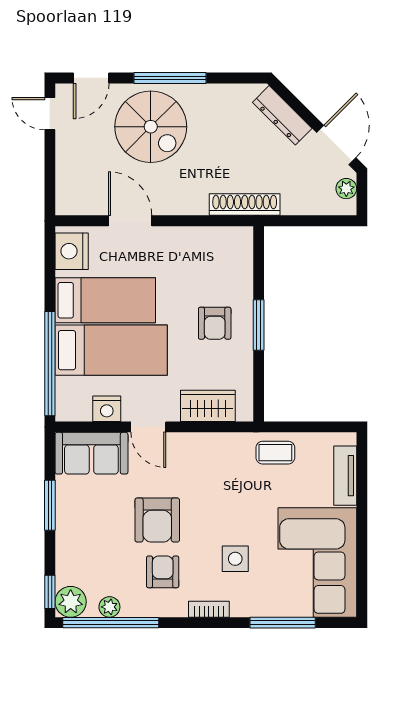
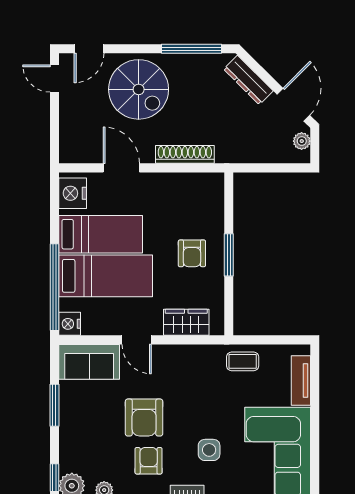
window: (170, 78) -> (192, 49), moved
shoe rack: (245, 205) -> (185, 154), moved
nightstand: (107, 409) -> (70, 324), moved, turned 90

